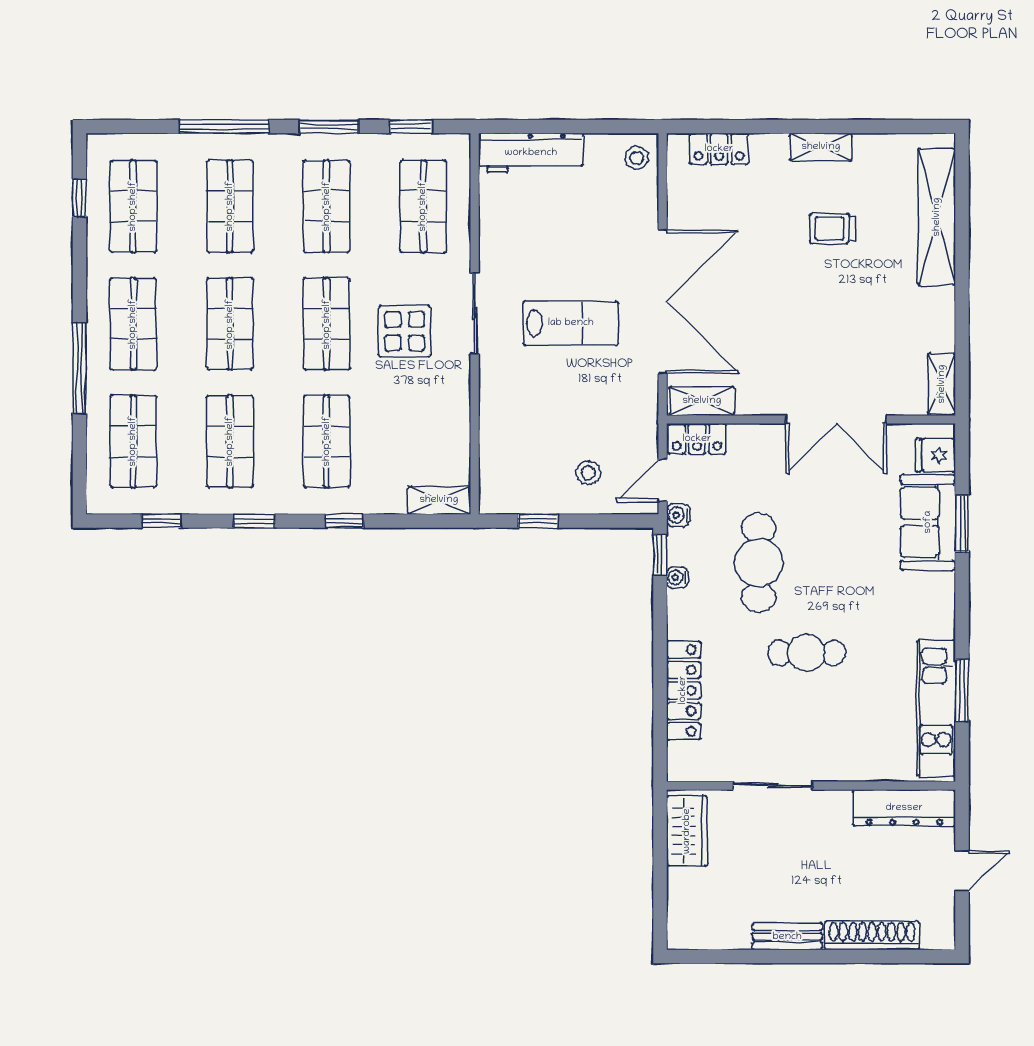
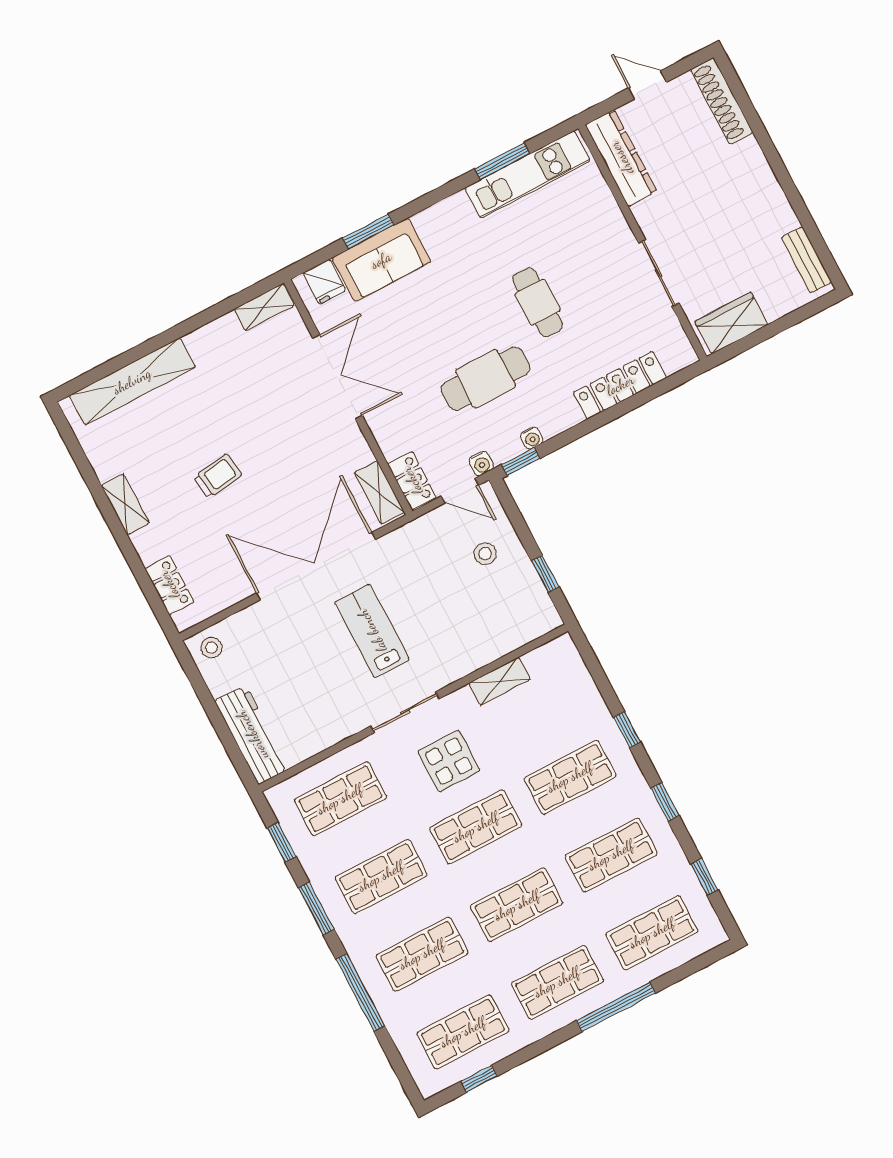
trolley: (833, 229) -> (218, 476), moved, turned -98
shelving: (439, 500) -> (499, 681), moved, turned 90
shoe rack: (872, 935) -> (722, 101), moved
bench: (787, 937) -> (806, 260), moved

